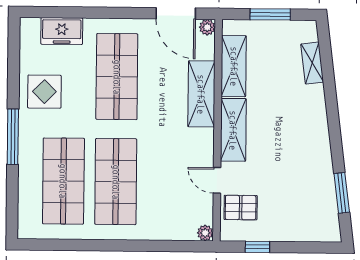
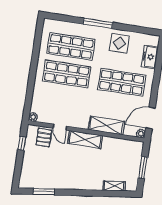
shelving: (234, 66) -> (119, 144), removed
door: (217, 180) -> (60, 127), swing flipped

